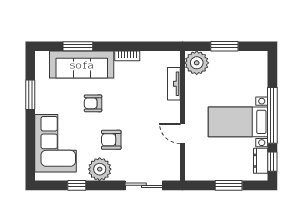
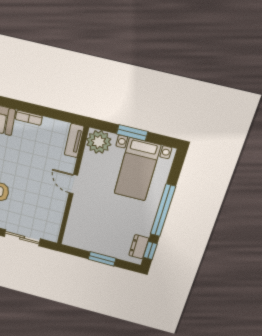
tv unit: (174, 84) -> (74, 141), moved
bed with nightstands: (238, 122) -> (137, 170), moved, turned -90
door: (183, 133) -> (73, 184), moved

